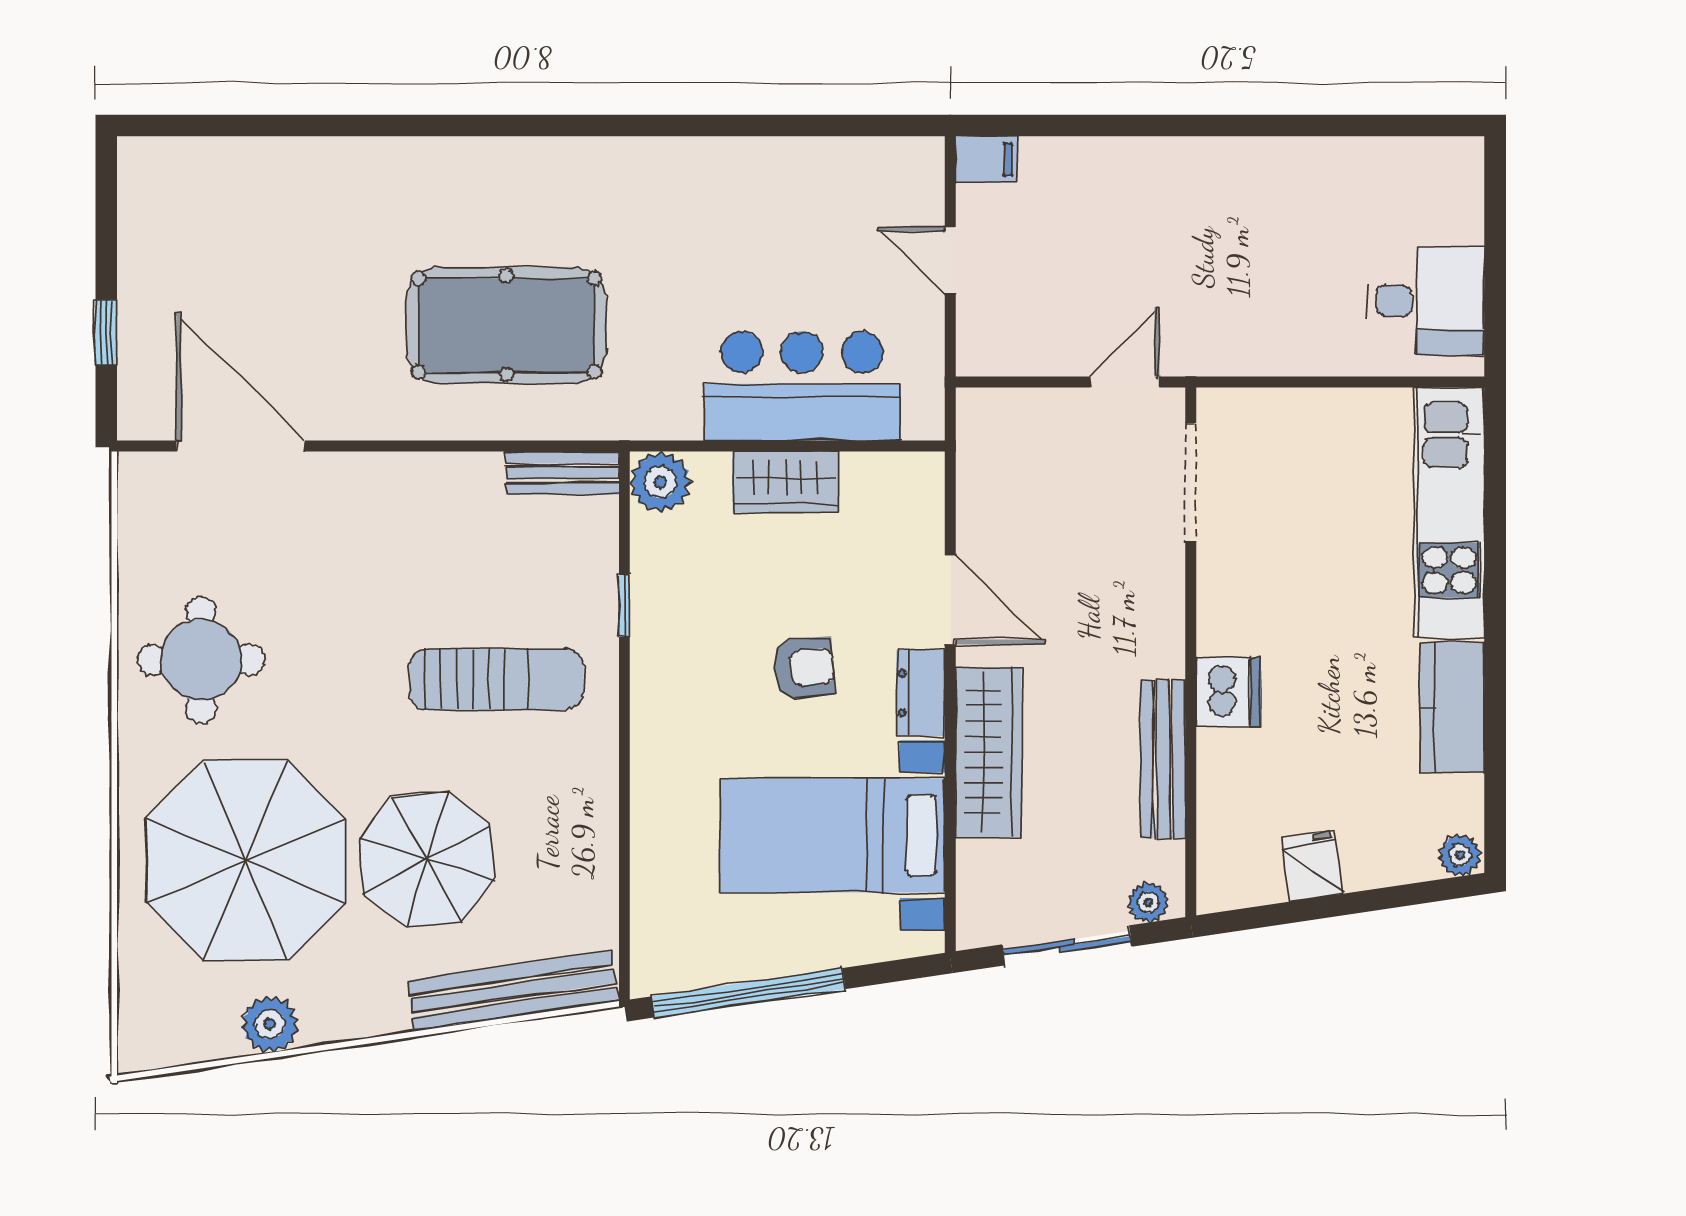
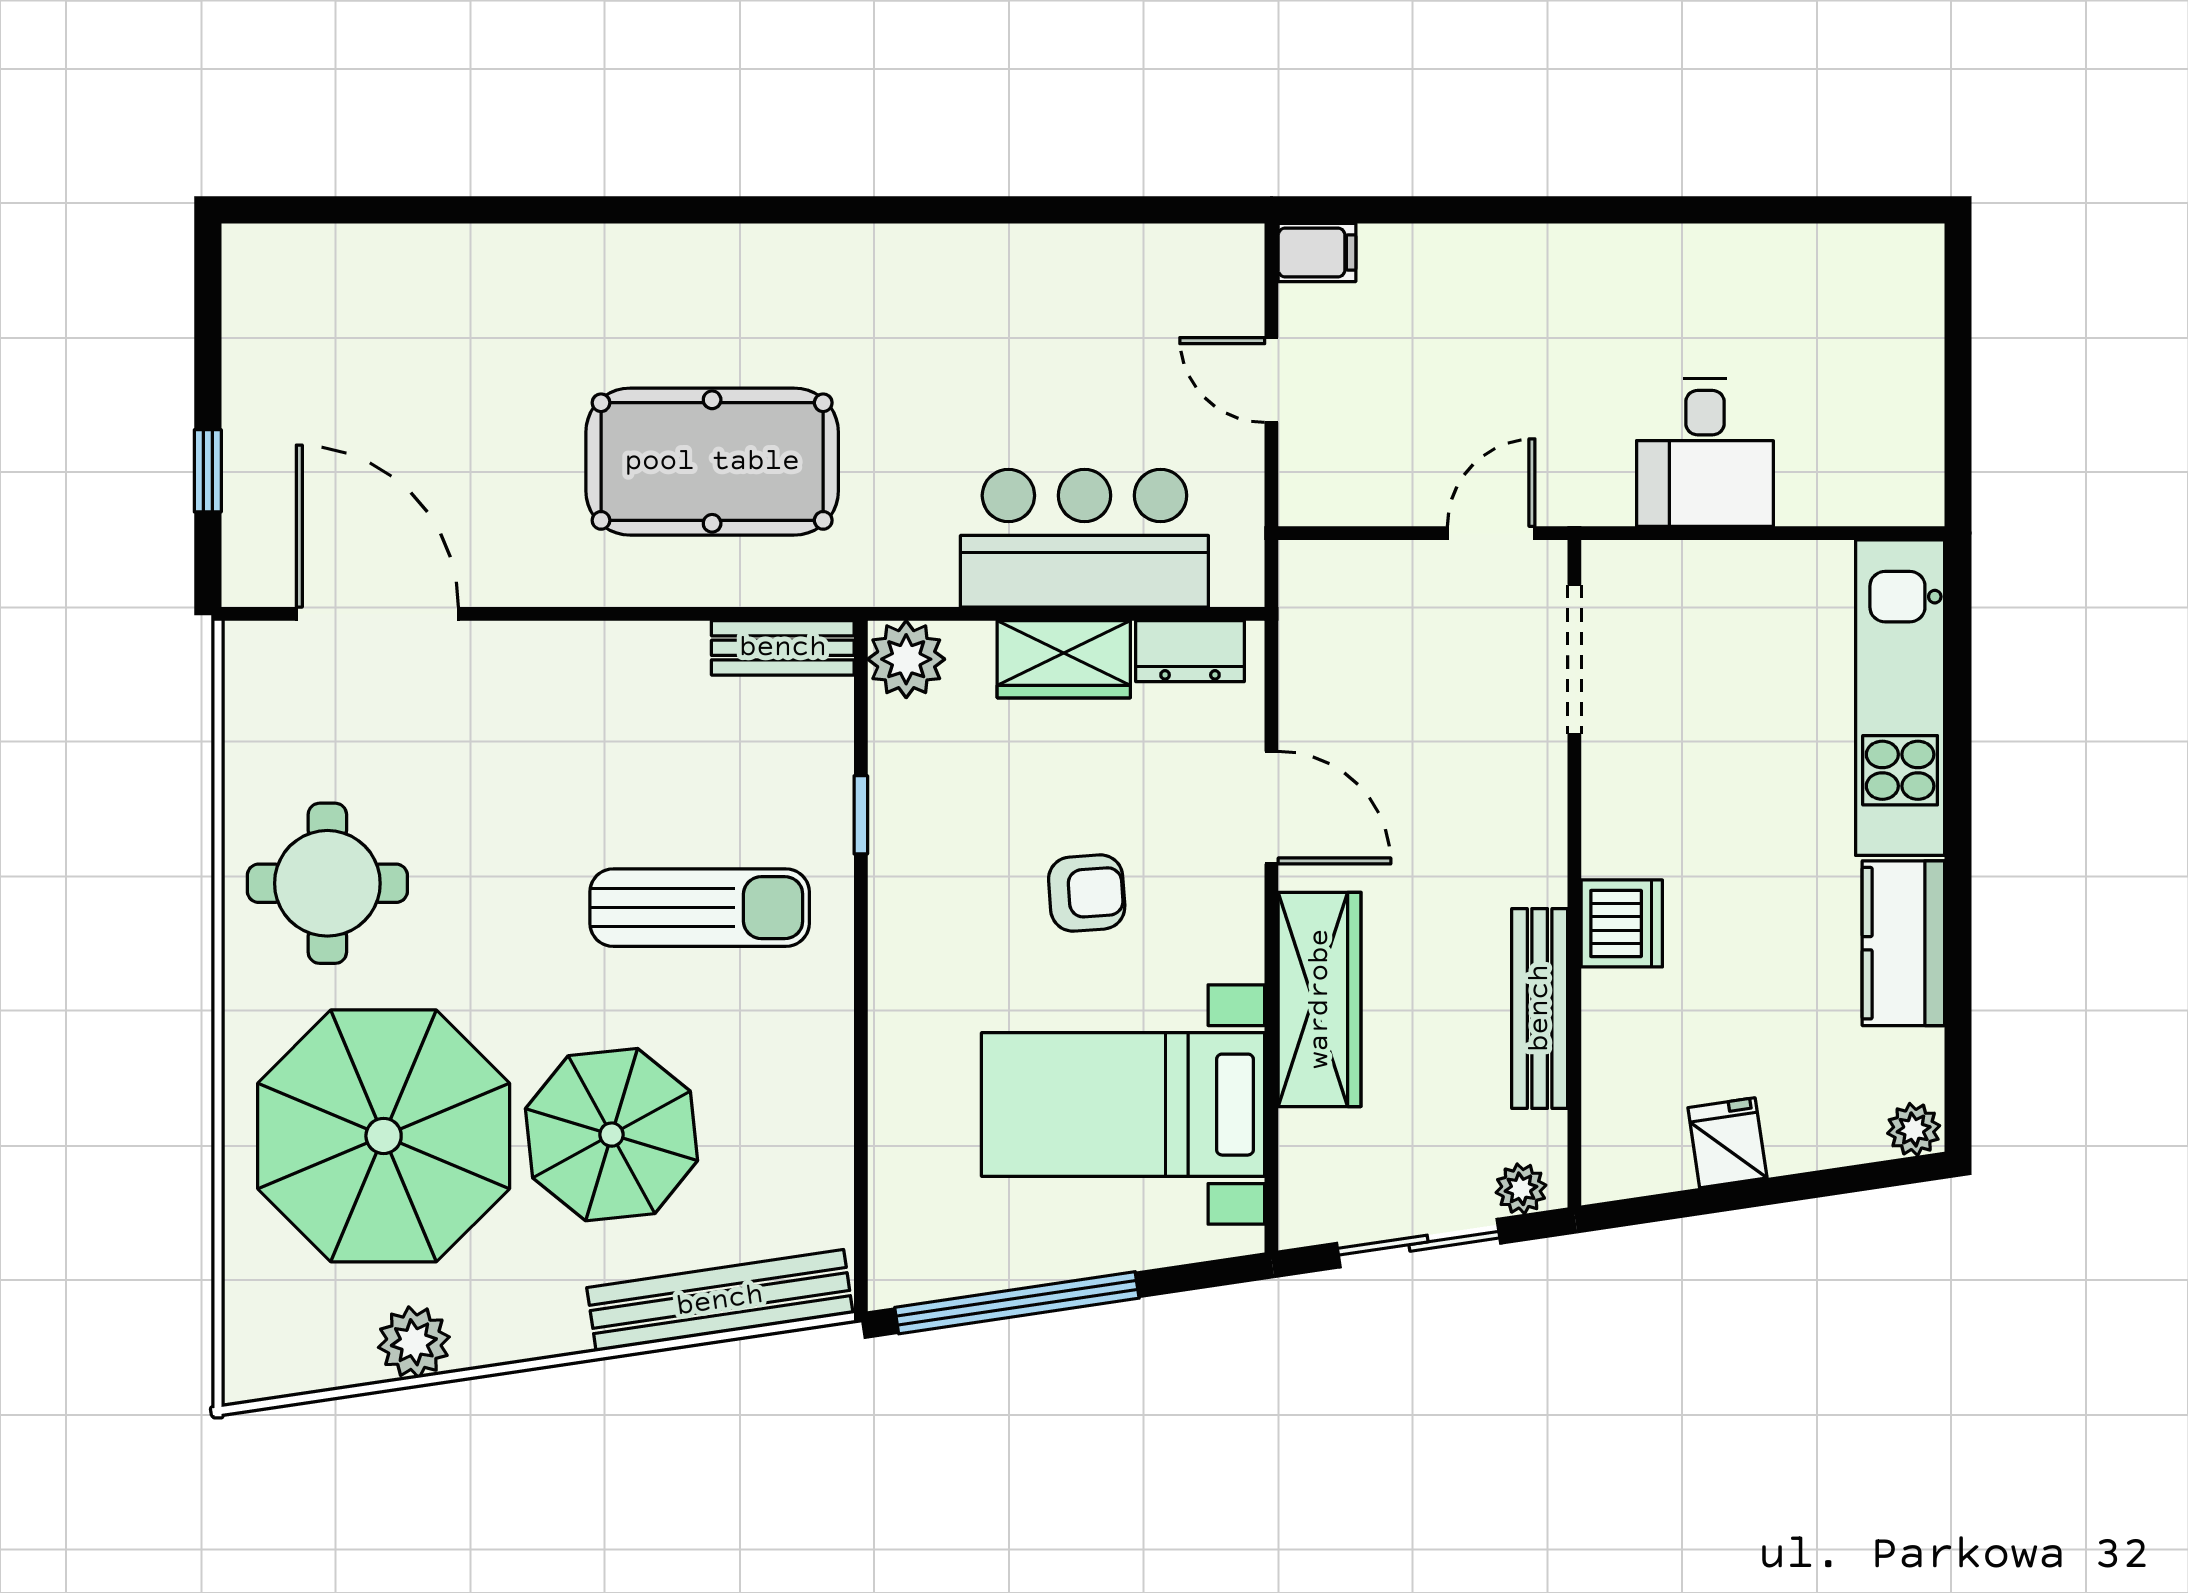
desk: (1426, 301) -> (1705, 453), moved, turned 90
dresser: (921, 693) -> (1190, 651), moved, turned -90

